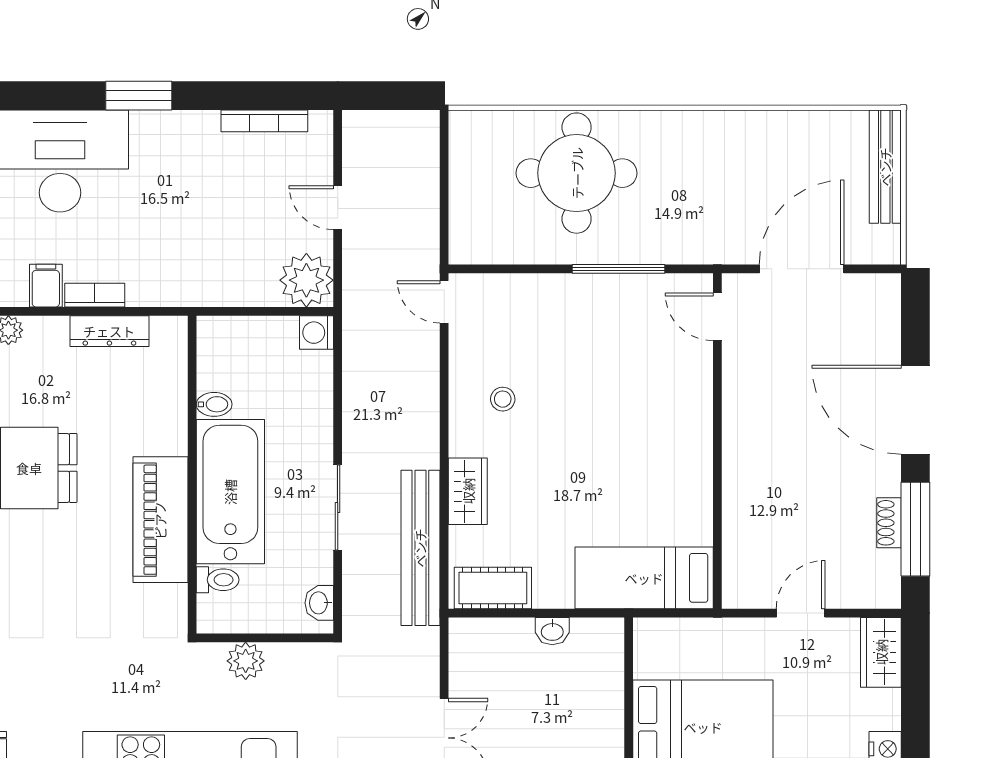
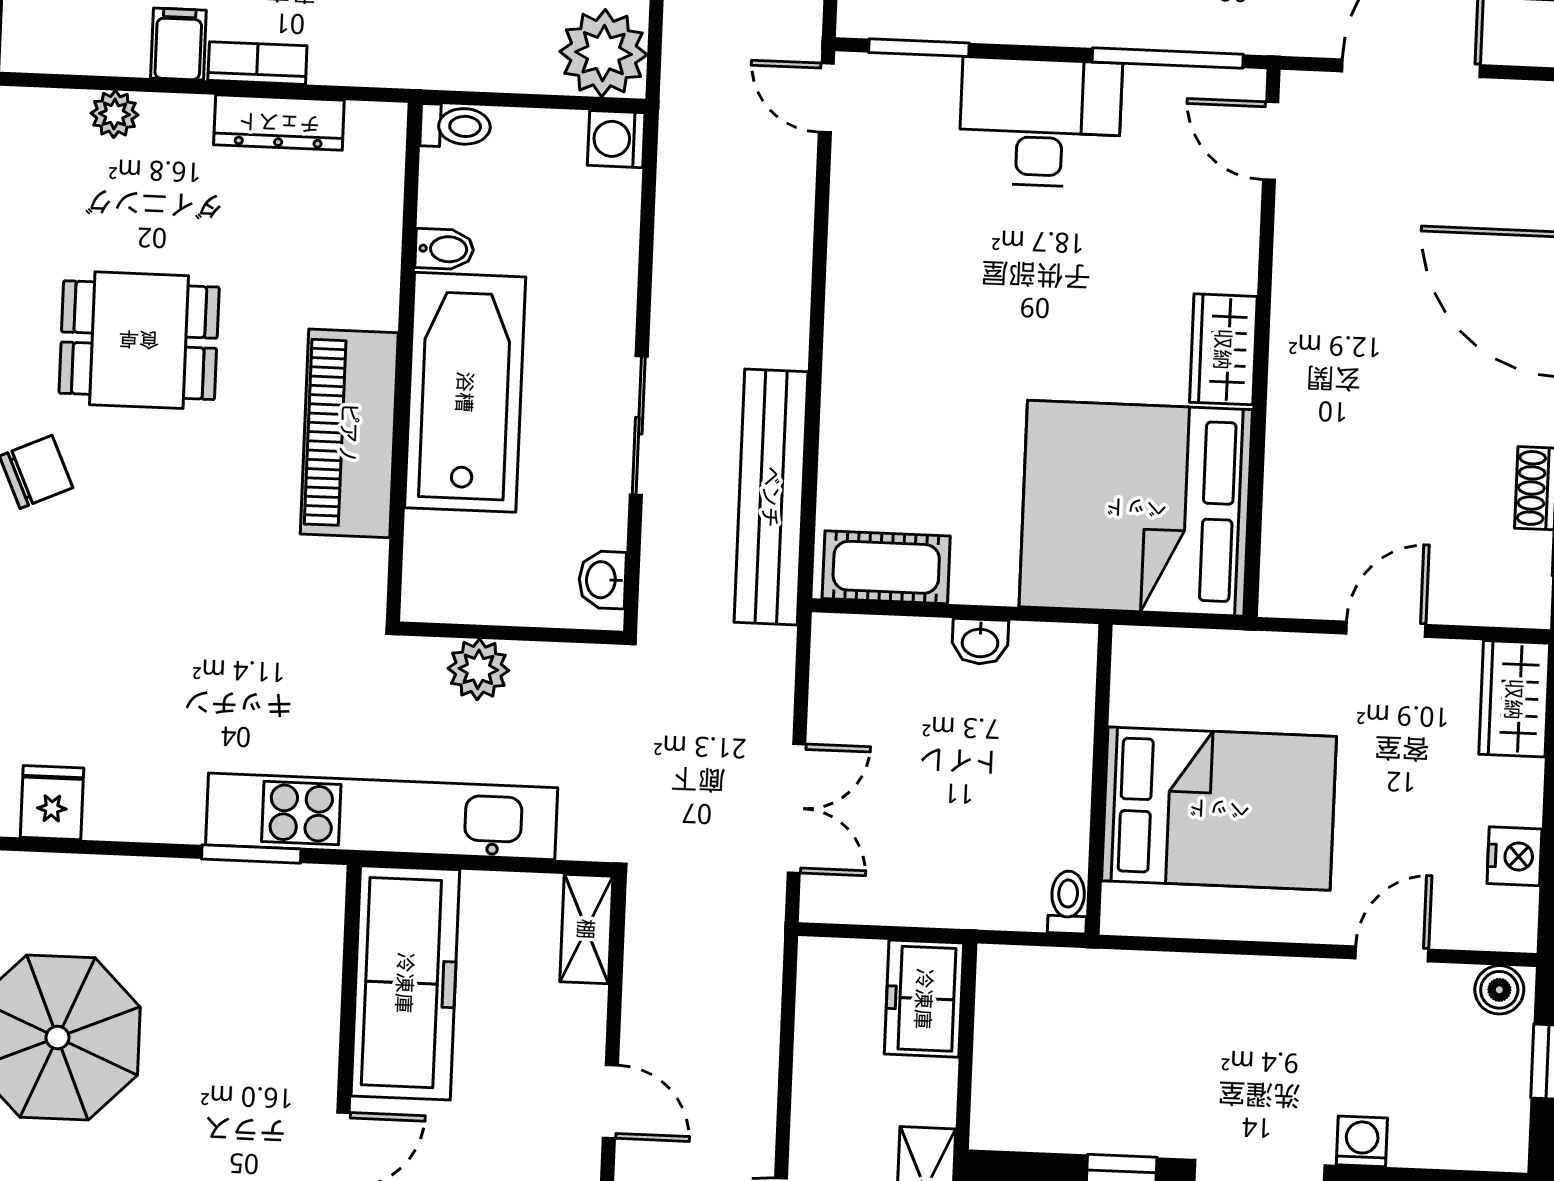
window: (500, 269) -> (919, 48), added
window: (618, 269) -> (1168, 58), moved
desk: (576, 312) -> (1040, 122), added
stool: (503, 399) -> (915, 260), removed
wardrobe: (468, 491) -> (1223, 349), moved, turned 180
bed: (644, 578) -> (1136, 508), width x2.04
toilet: (218, 580) -> (455, 126), moved

